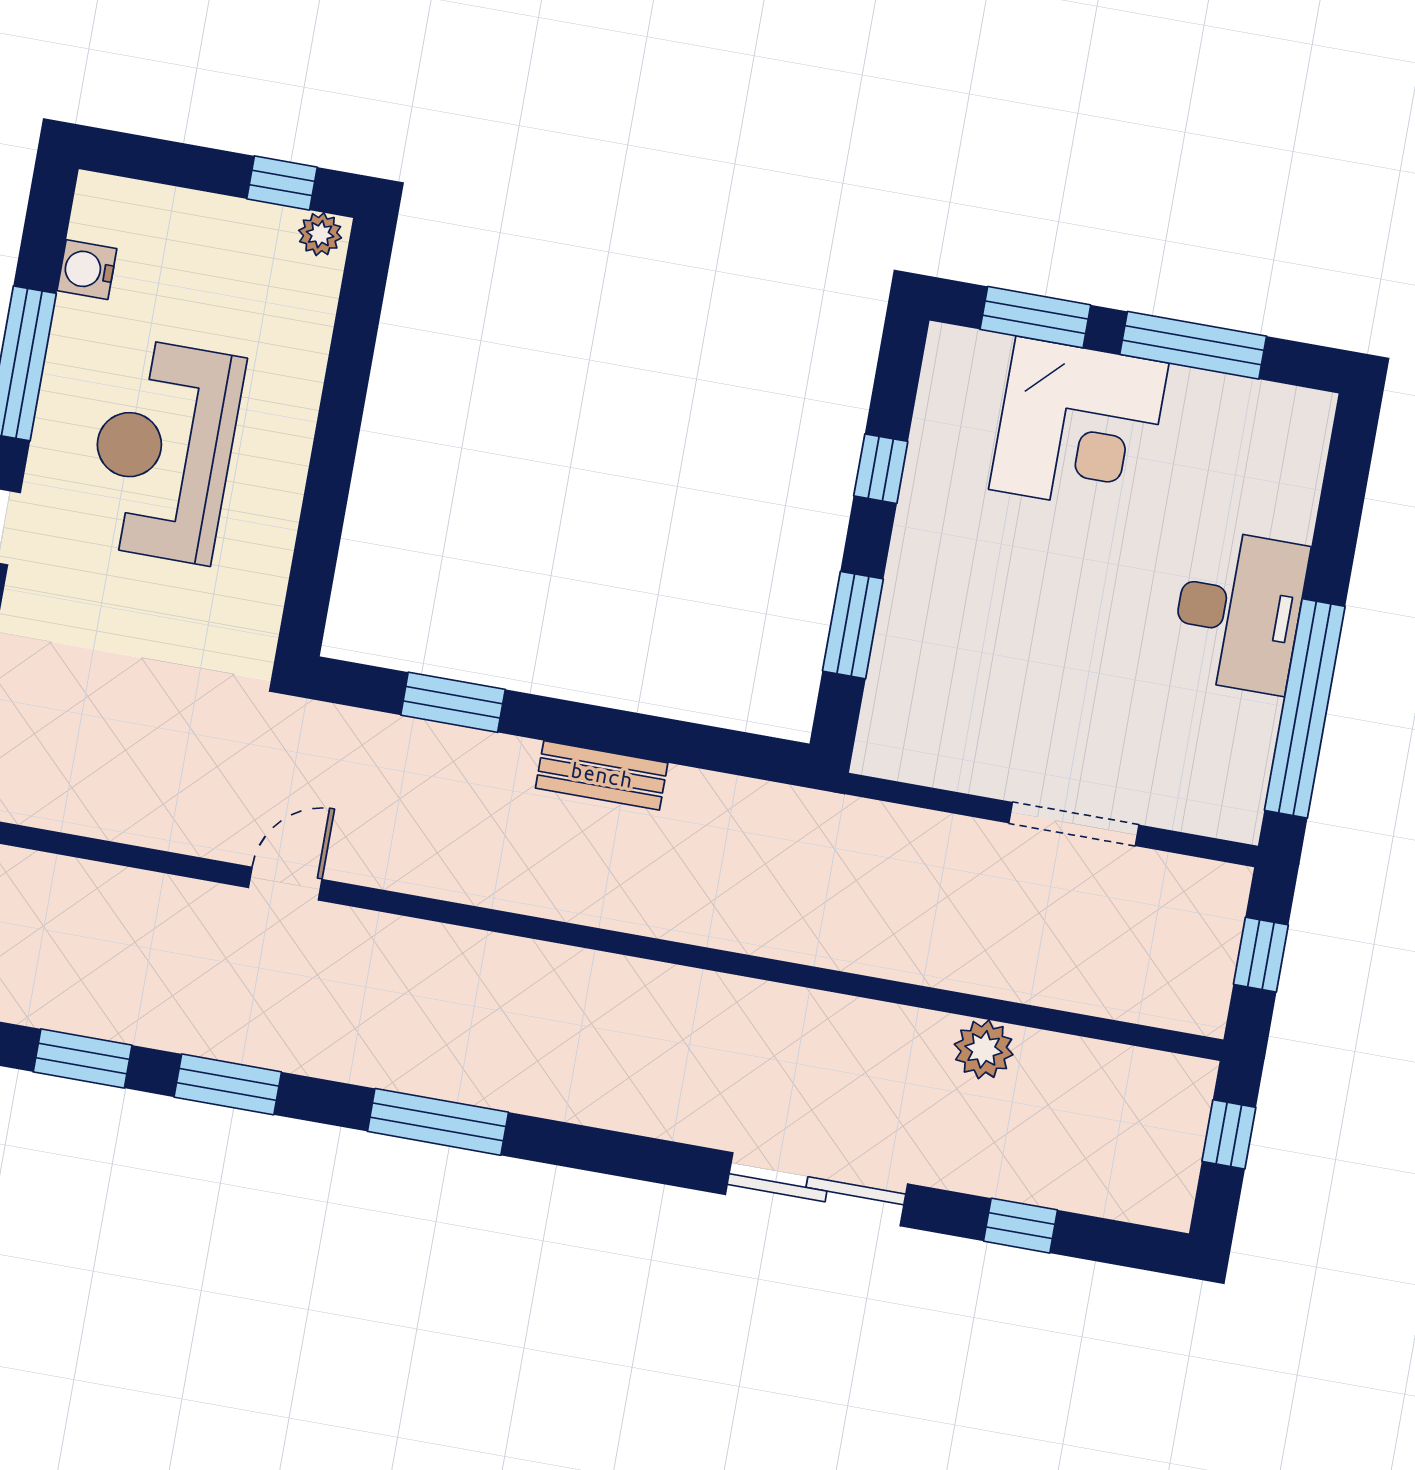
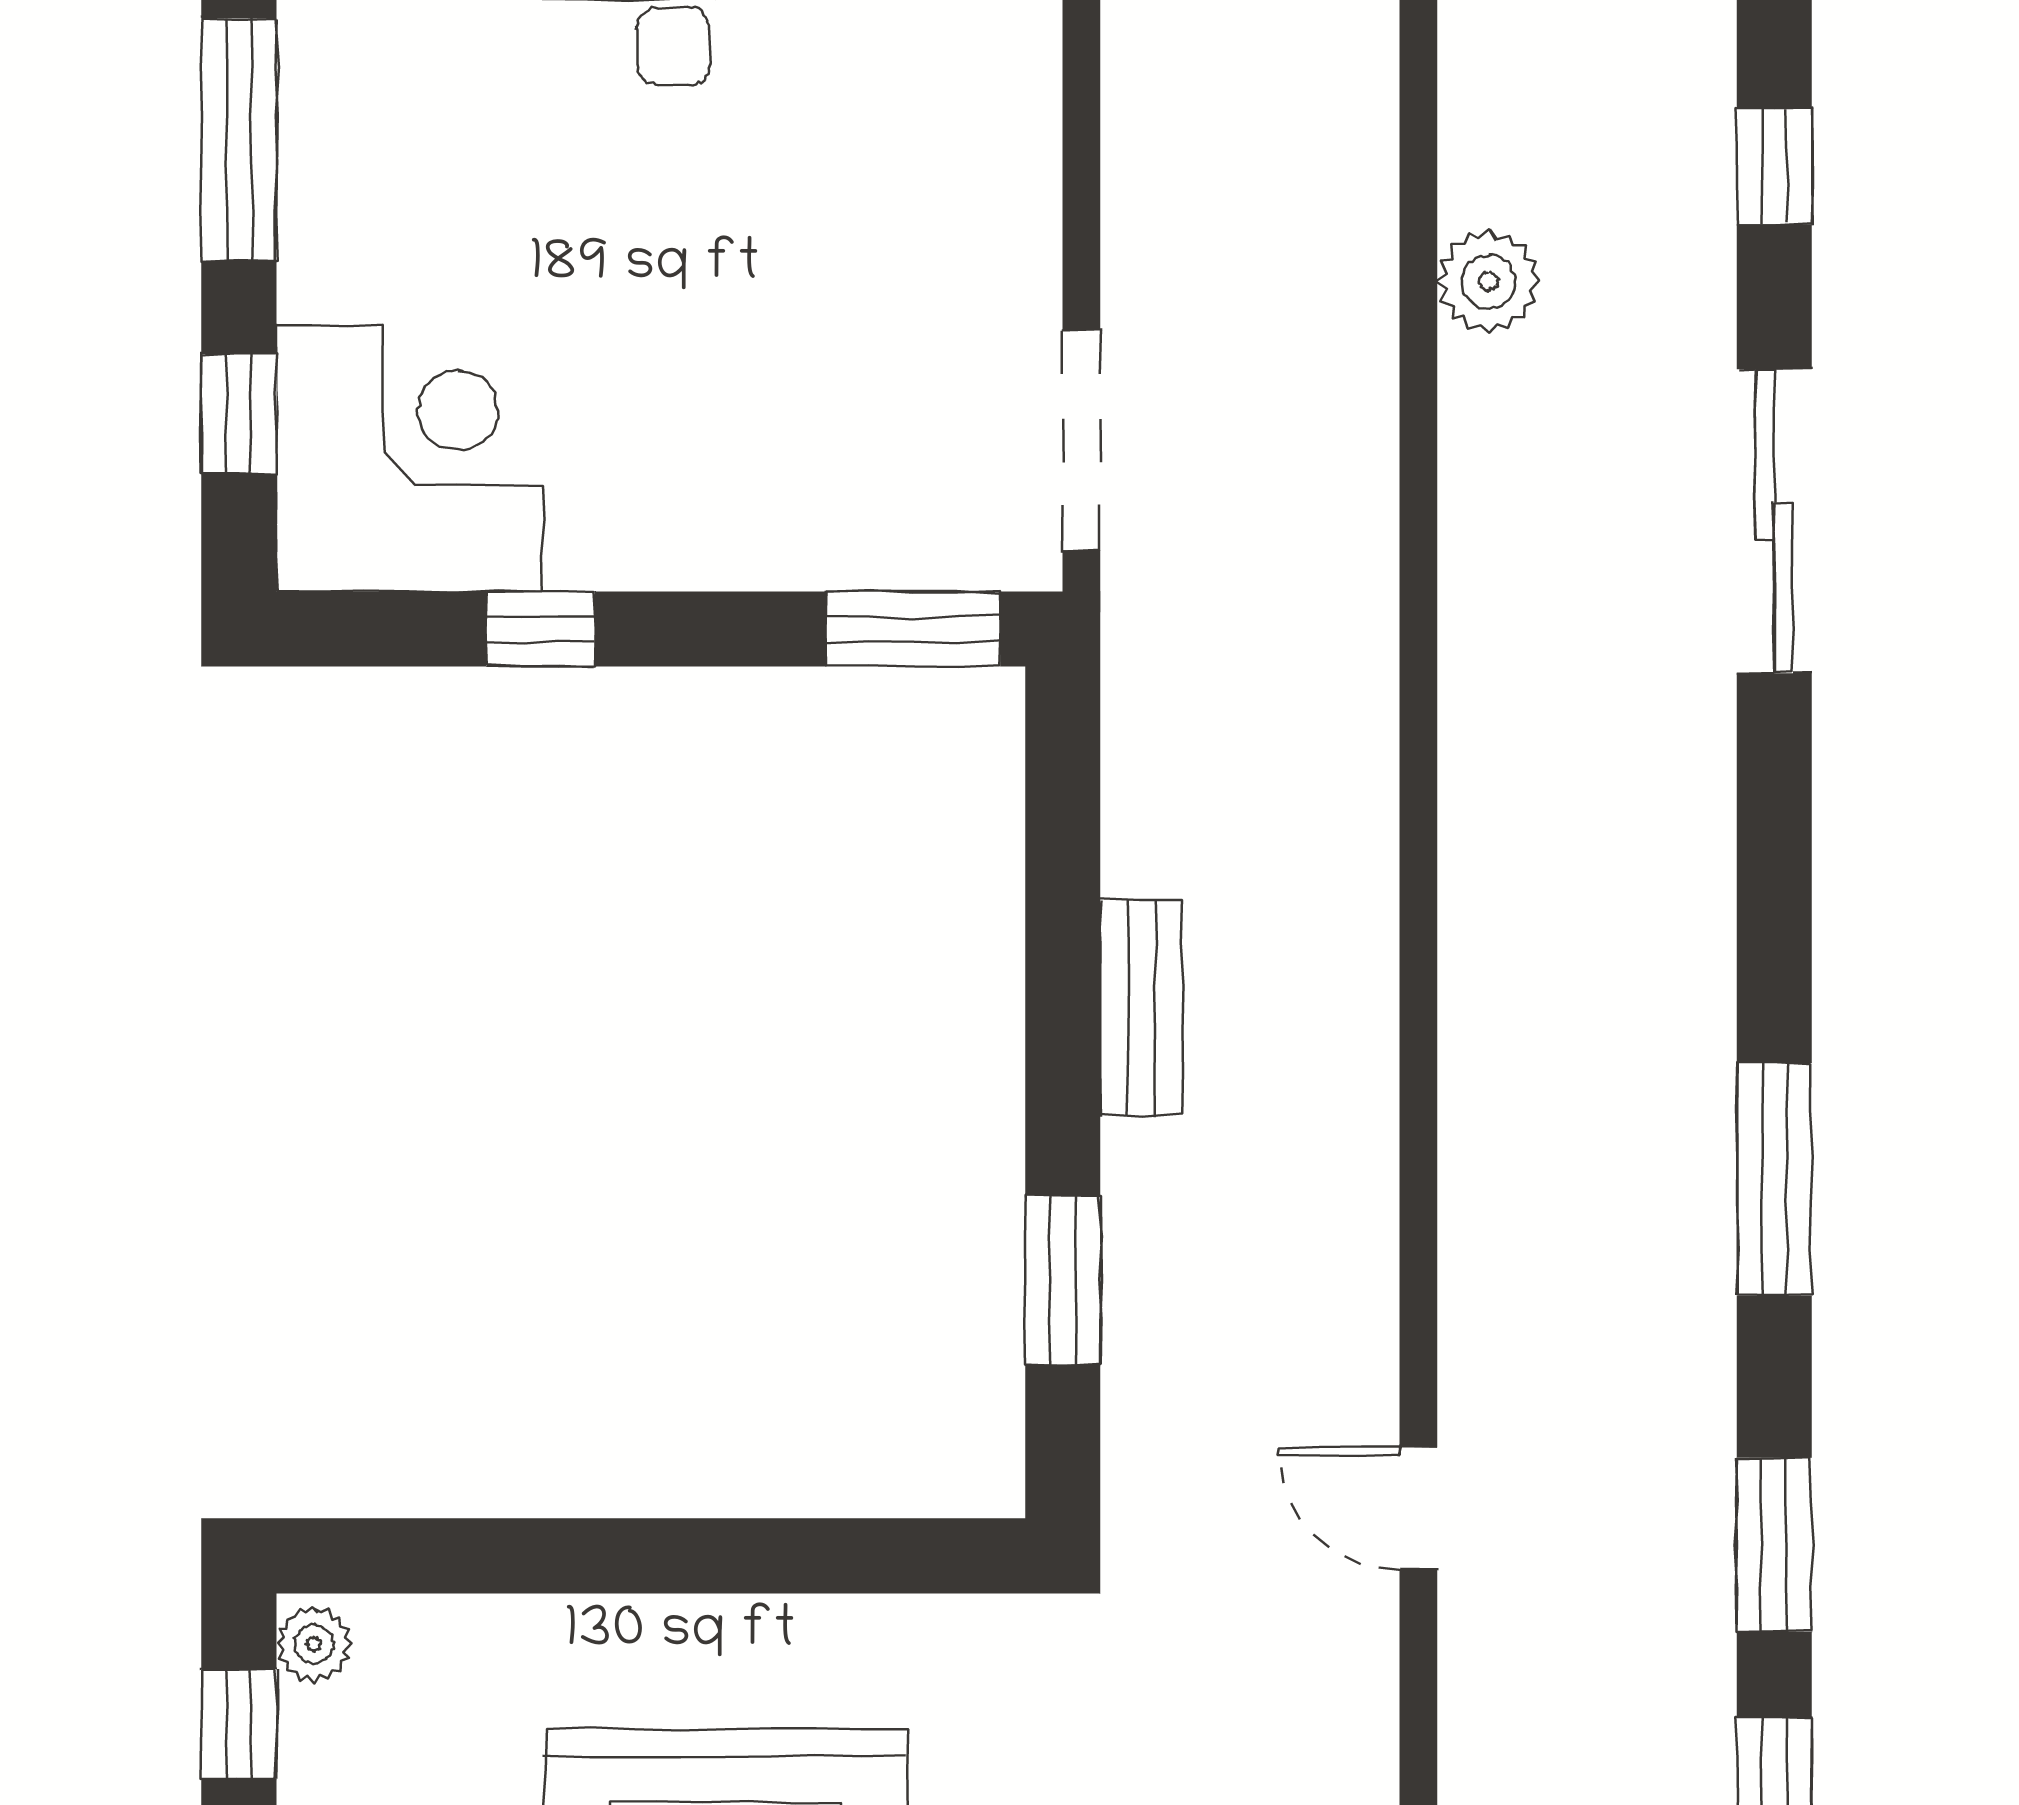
window: (1035, 317) -> (239, 414), width x0.67
corner desk: (1079, 426) -> (410, 458), moved
window: (853, 625) -> (913, 629), moved
doorway: (1074, 824) -> (1081, 440), moved

